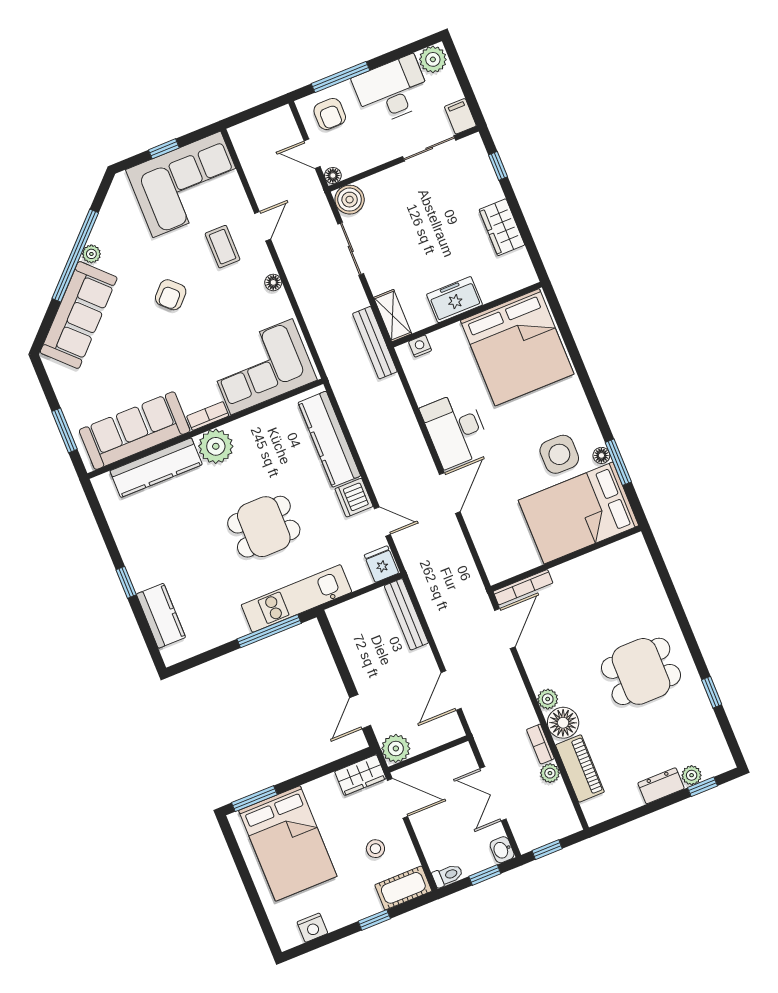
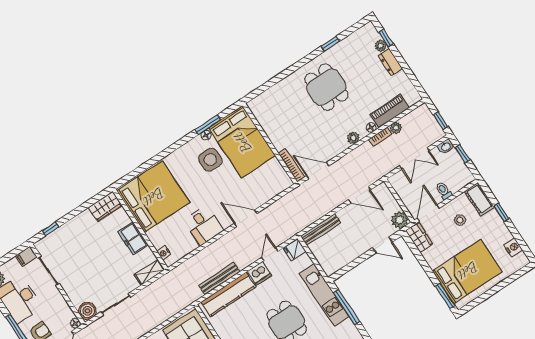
wardrobe: (502, 227) -> (105, 206), moved
bench: (375, 343) -> (219, 279), moved
desk: (456, 429) -> (204, 226), width x0.73
floor lamp: (563, 723) -> (371, 127), width x0.53, depth x0.53
toilet: (447, 875) -> (444, 191), moved

